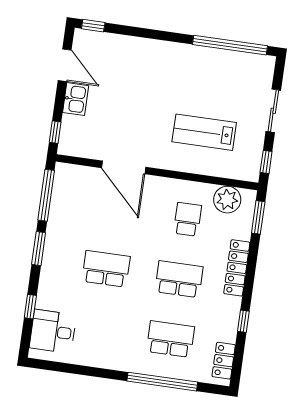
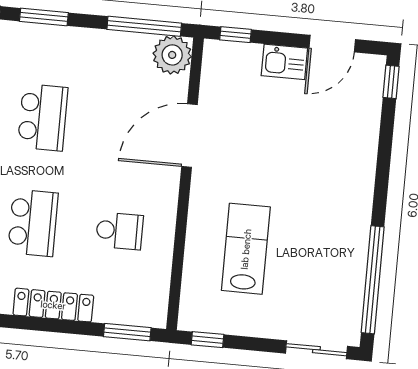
sliding door: (273, 111) -> (316, 350), moved
plant: (227, 200) -> (172, 55), moved
window: (39, 249) -> (44, 17), moved

